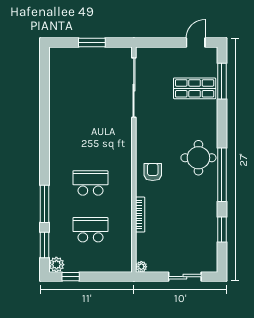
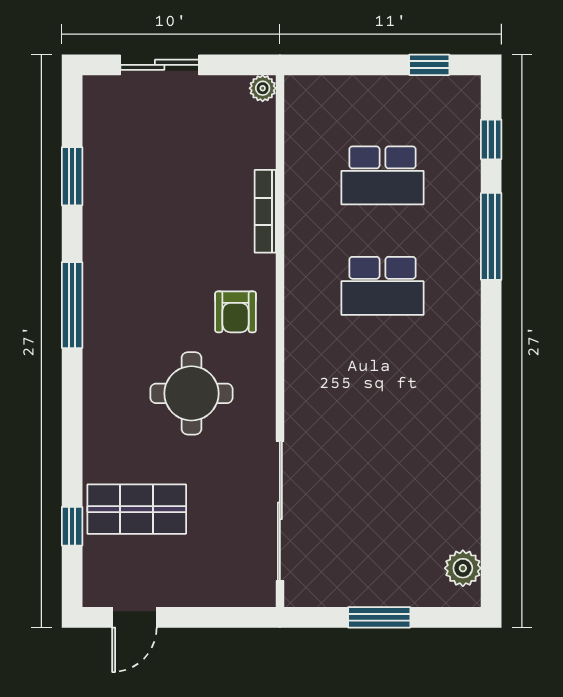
window: (222, 81) -> (72, 526), width x0.46
round table: (198, 158) -> (191, 393), moved
window: (222, 175) -> (72, 305), width x0.68
window: (44, 245) -> (491, 139), width x0.67
plant: (56, 265) -> (463, 568), moved

